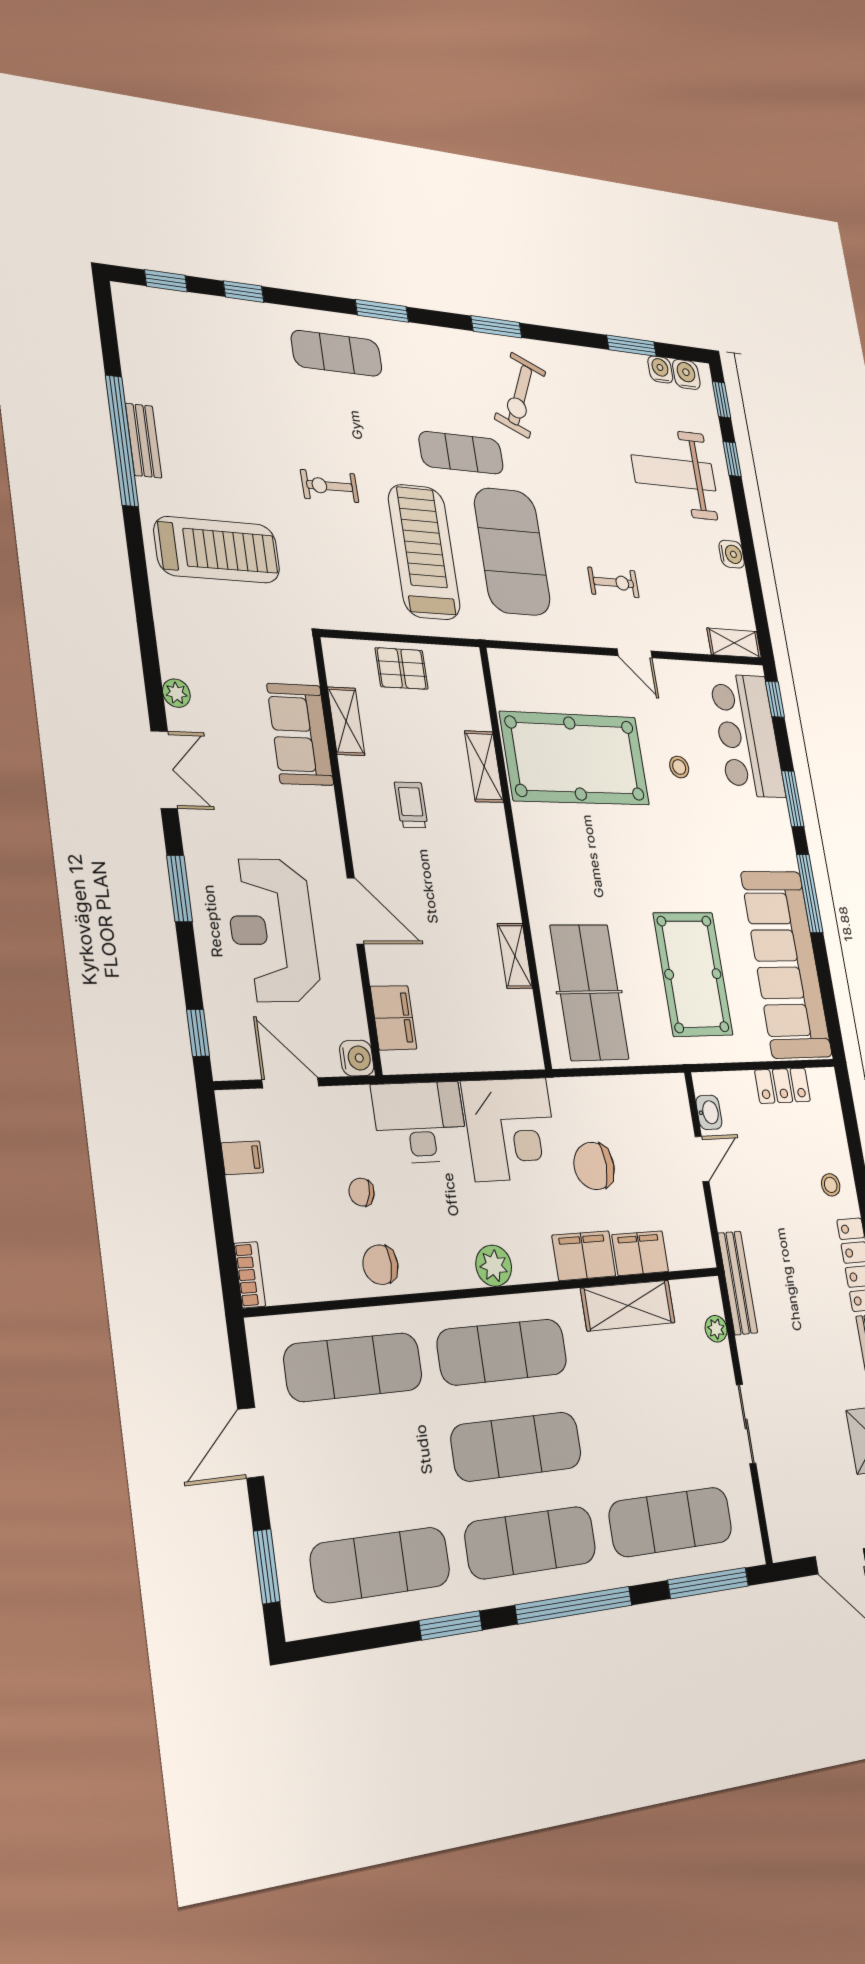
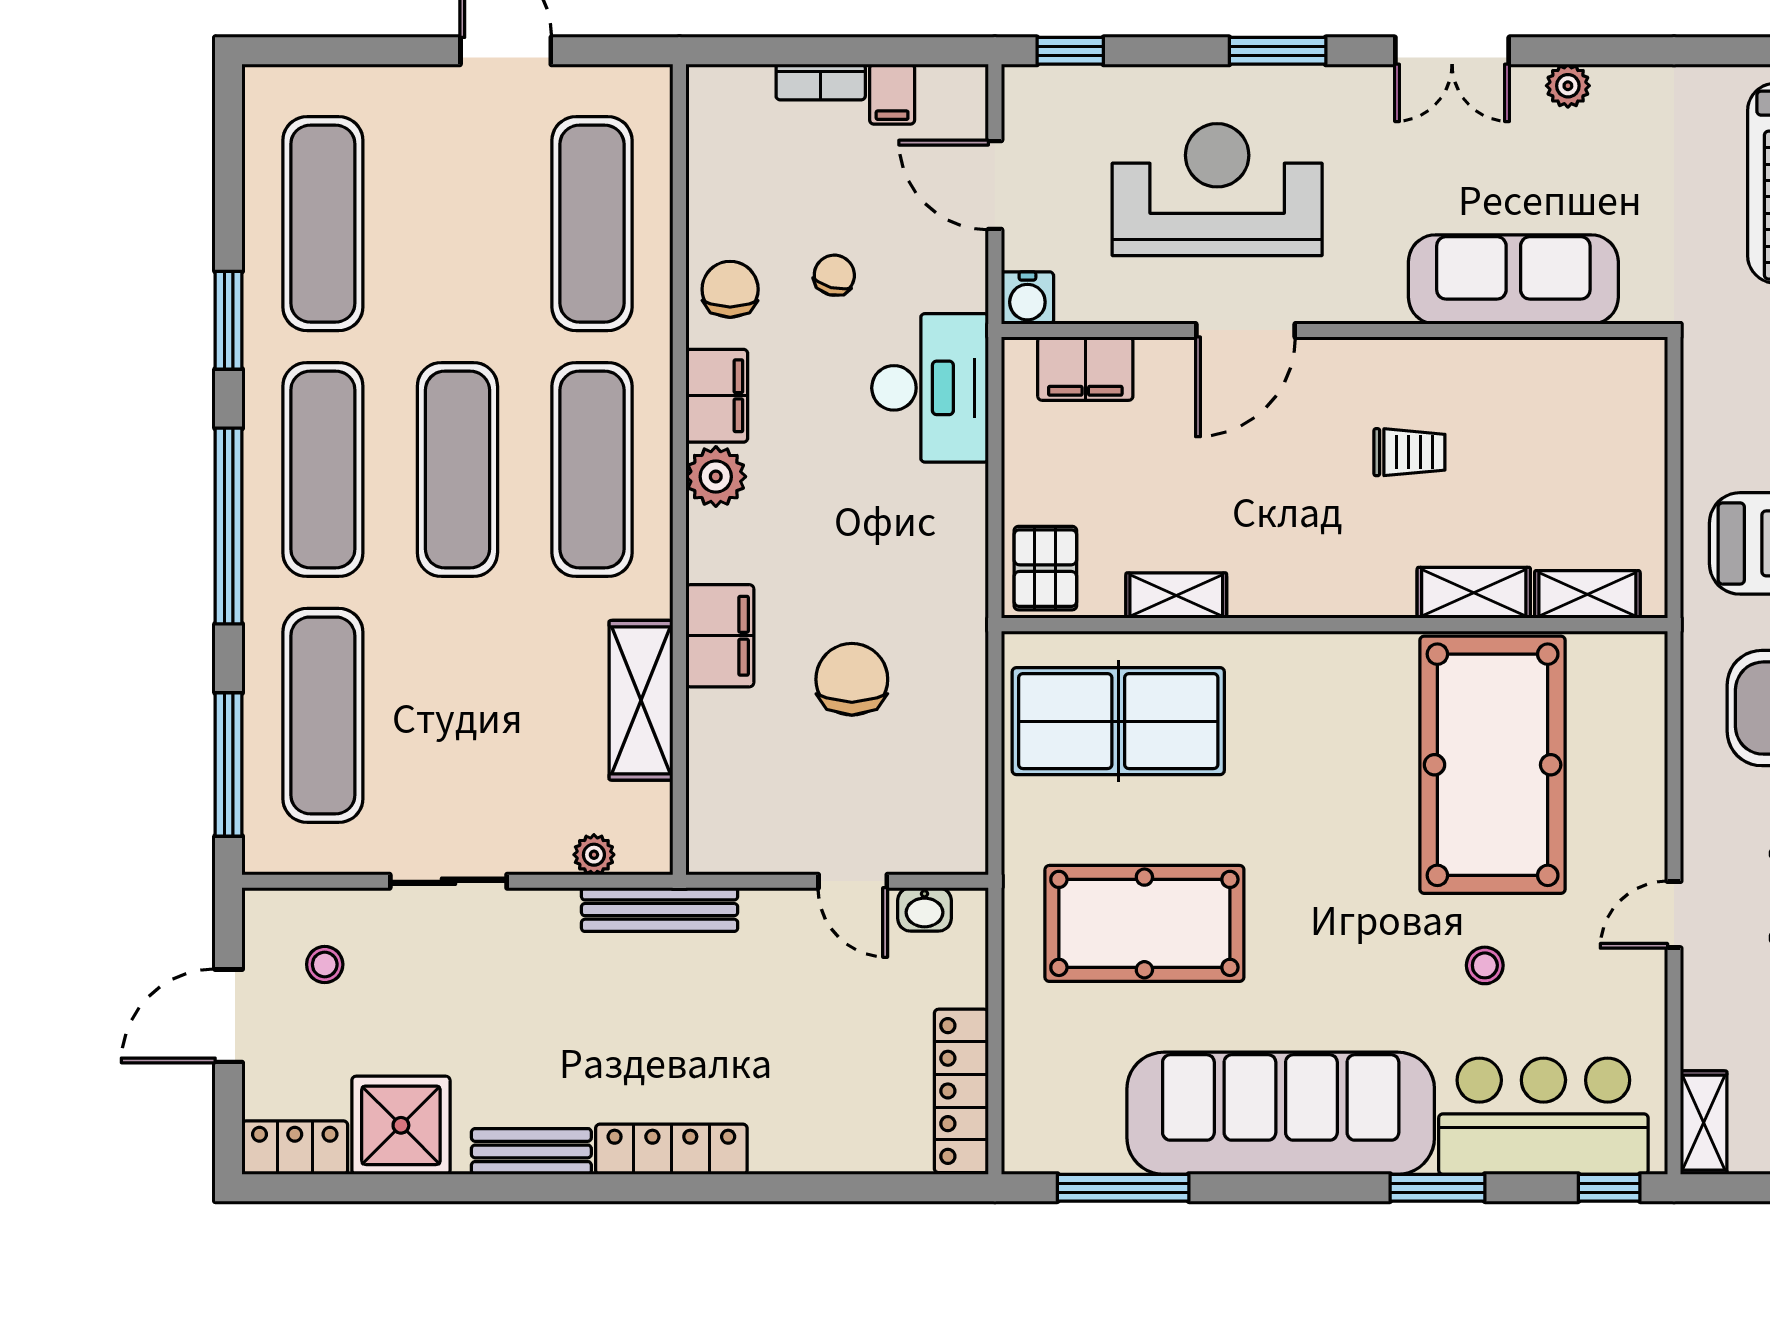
pallet: (402, 668) -> (1045, 568), moved
shelving: (346, 721) -> (1587, 594), moved
sofa: (300, 734) -> (1513, 279), width x1.36
window: (810, 893) -> (1123, 1188), moved
sofa: (786, 964) -> (1281, 1113), moved
door: (290, 1083) -> (995, 185), swing flipped
locker: (783, 1086) -> (961, 1091), width x1.53
corner desk: (511, 1129) -> (913, 541), removed
stool: (831, 1185) -> (325, 964), moved
filing cabinet: (640, 1253) -> (717, 396), moved
bookcase: (250, 1275) -> (821, 82), moved
window: (267, 1566) -> (342, 51), removed

